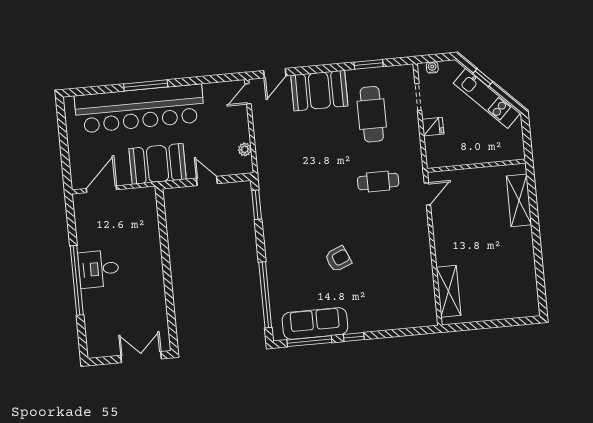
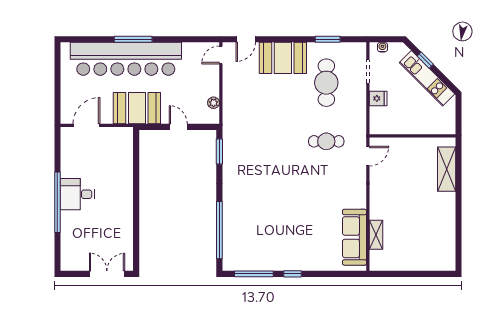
armchair: (338, 259) -> (285, 205), removed
shelving: (448, 291) -> (376, 235), width x0.67, depth x0.75
sofa: (315, 323) -> (354, 237), moved, turned -90

